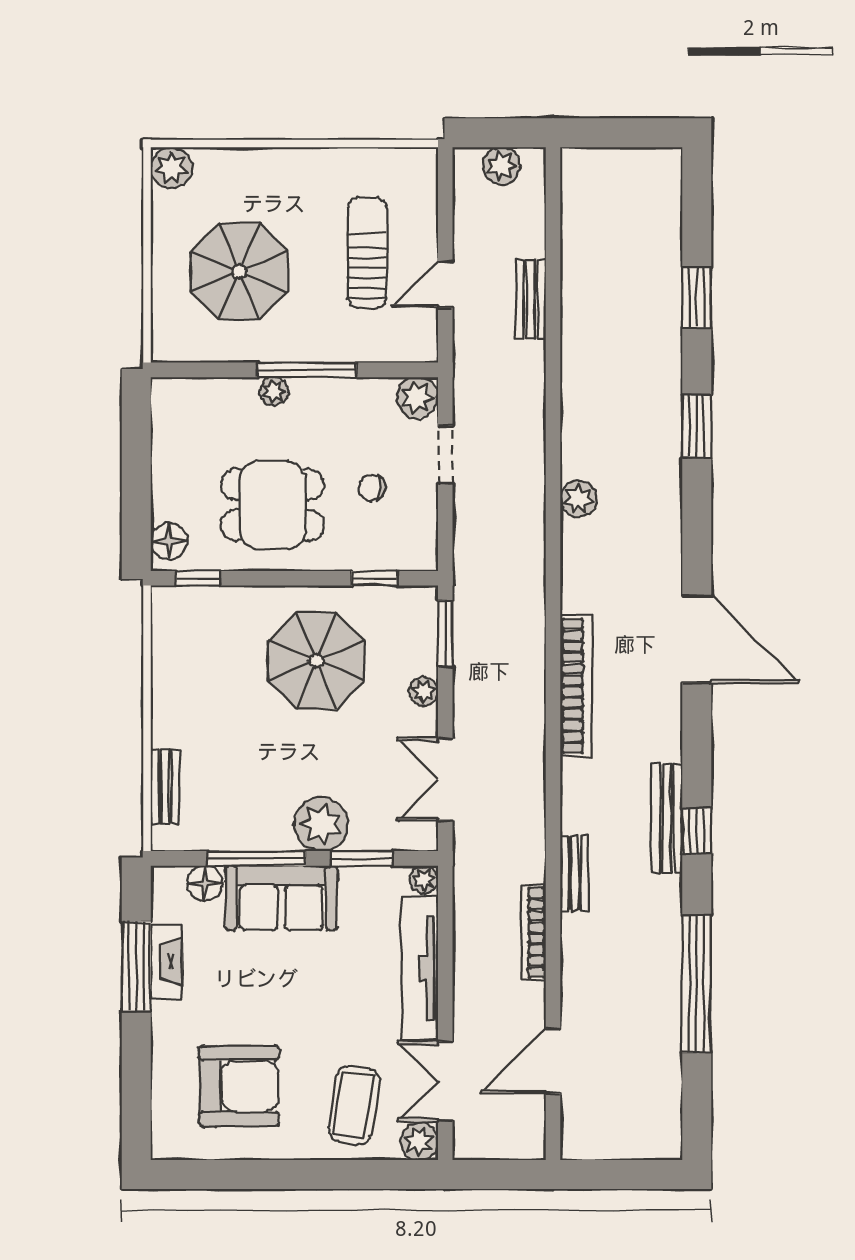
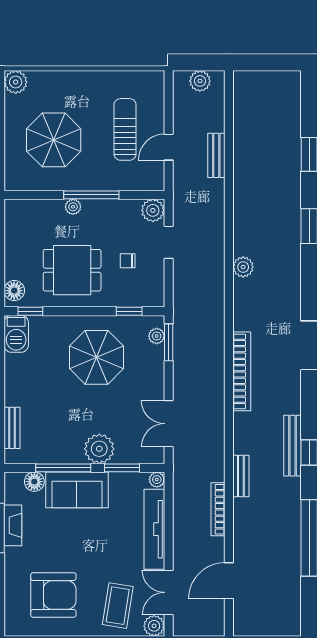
barbecue: (172, 619) -> (16, 334), added
plant: (424, 691) -> (157, 336), moved

